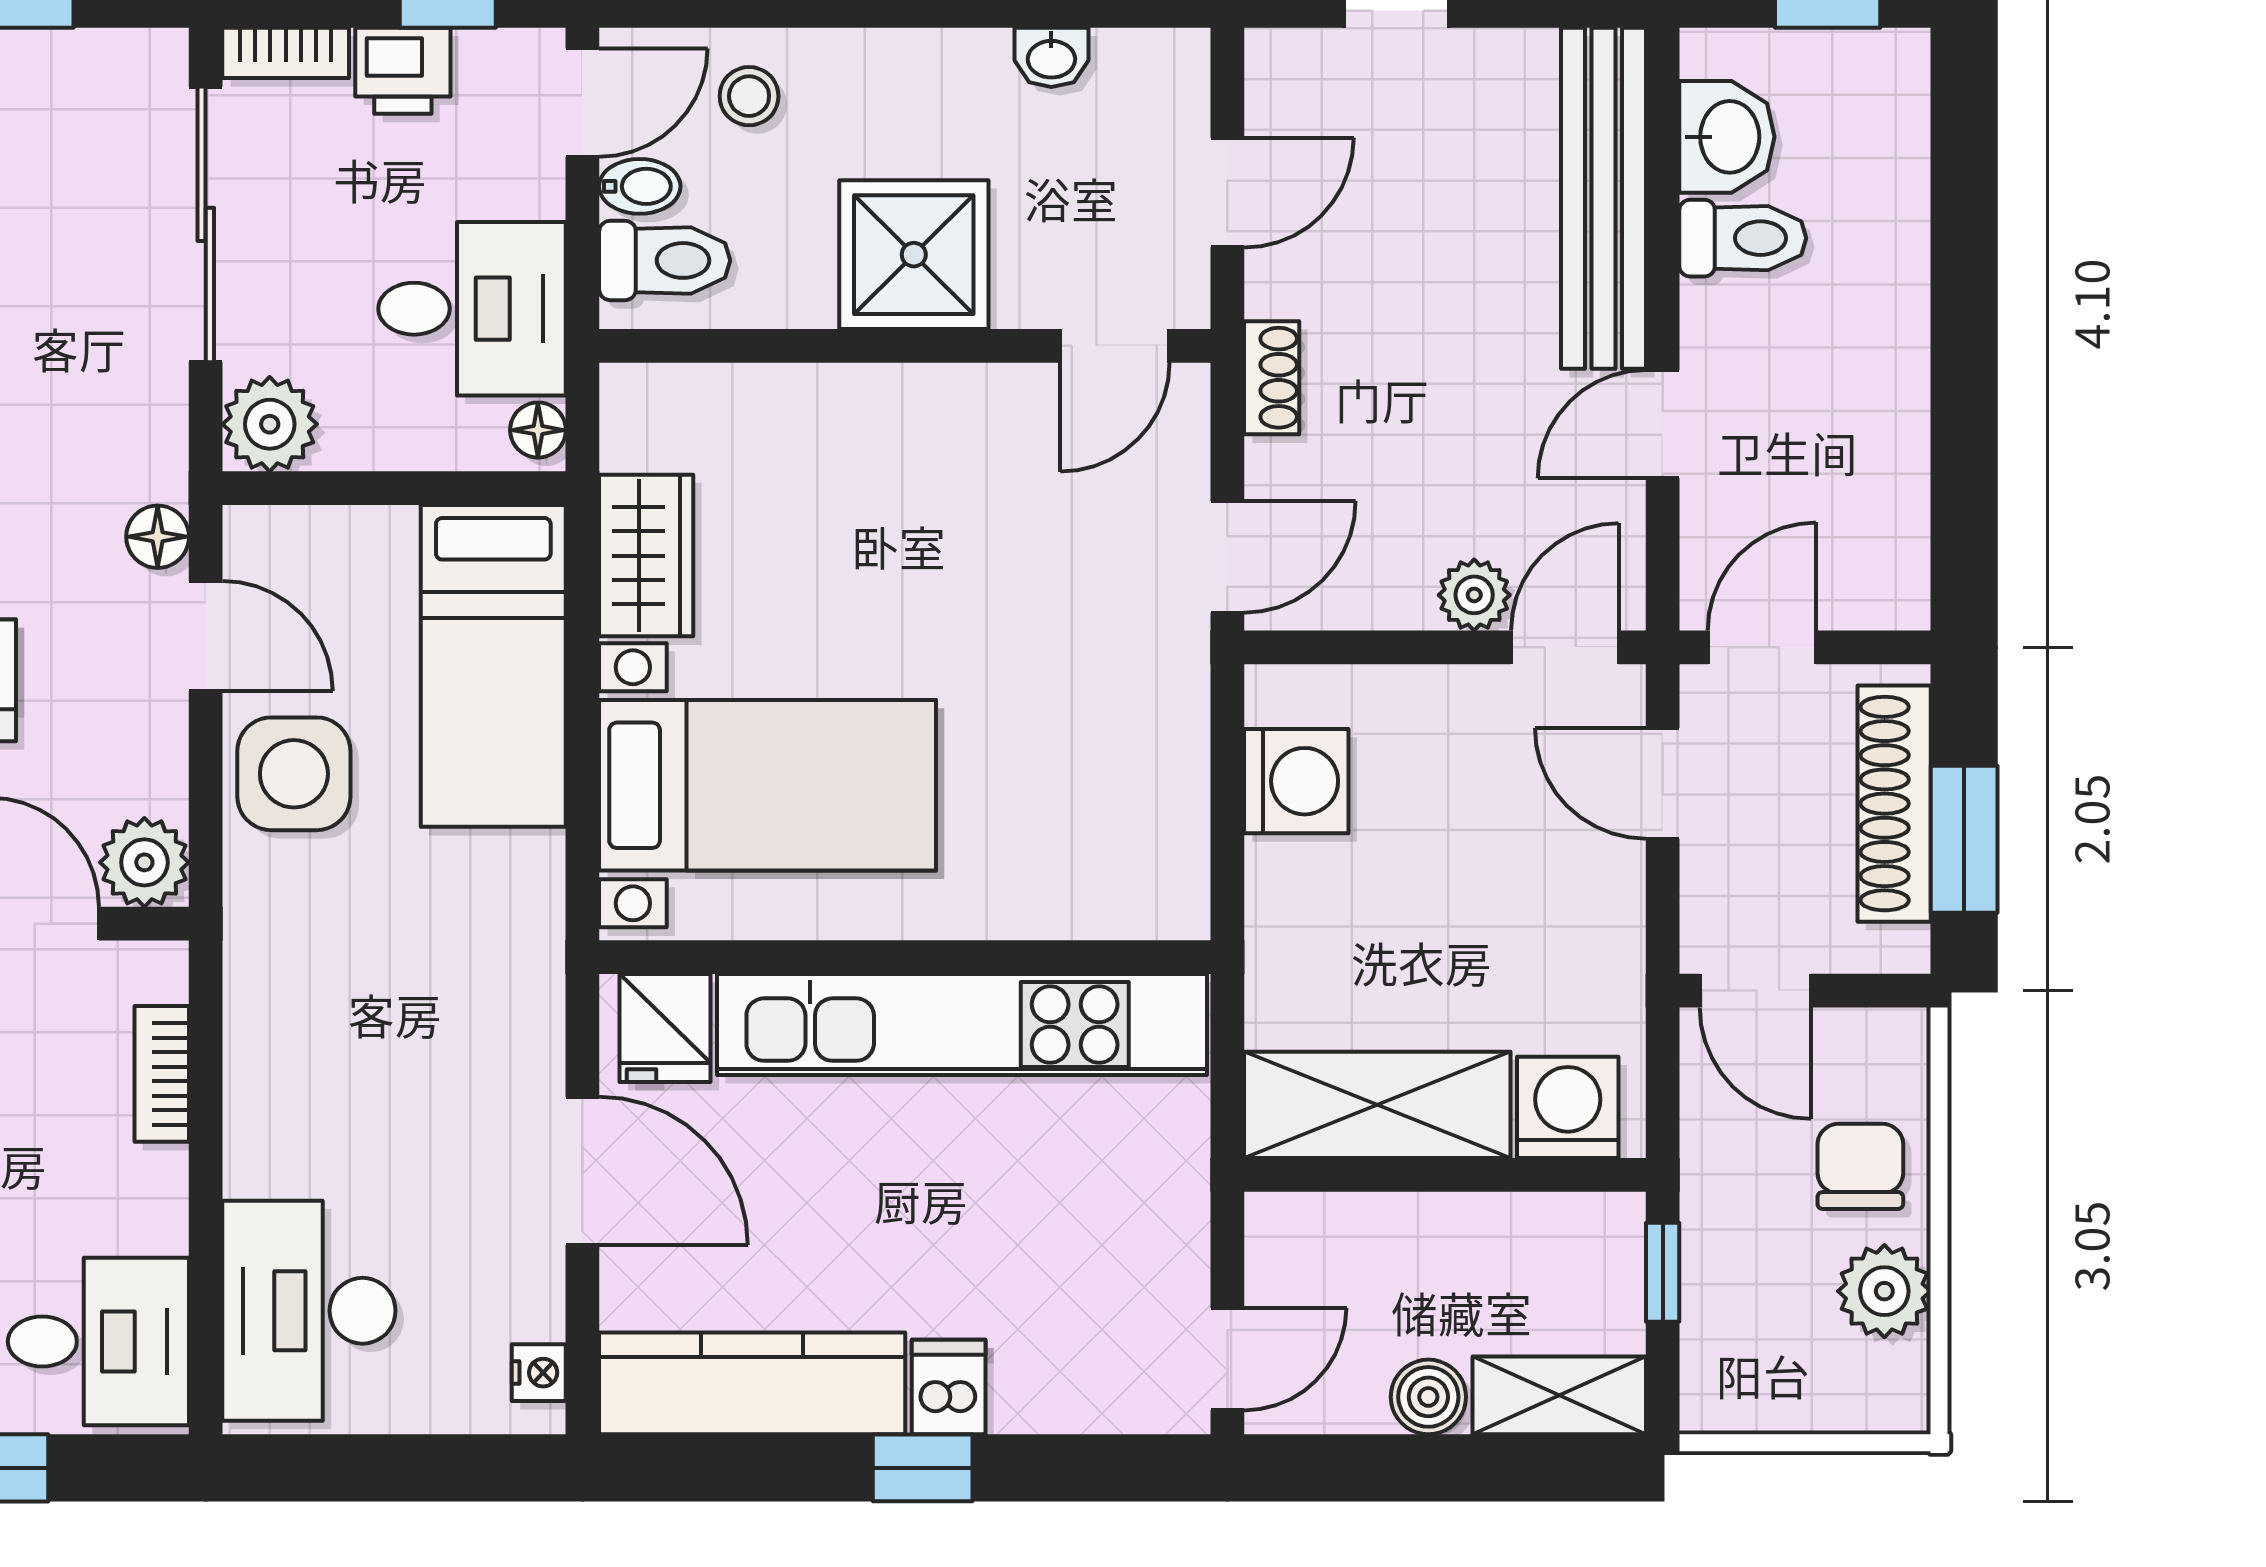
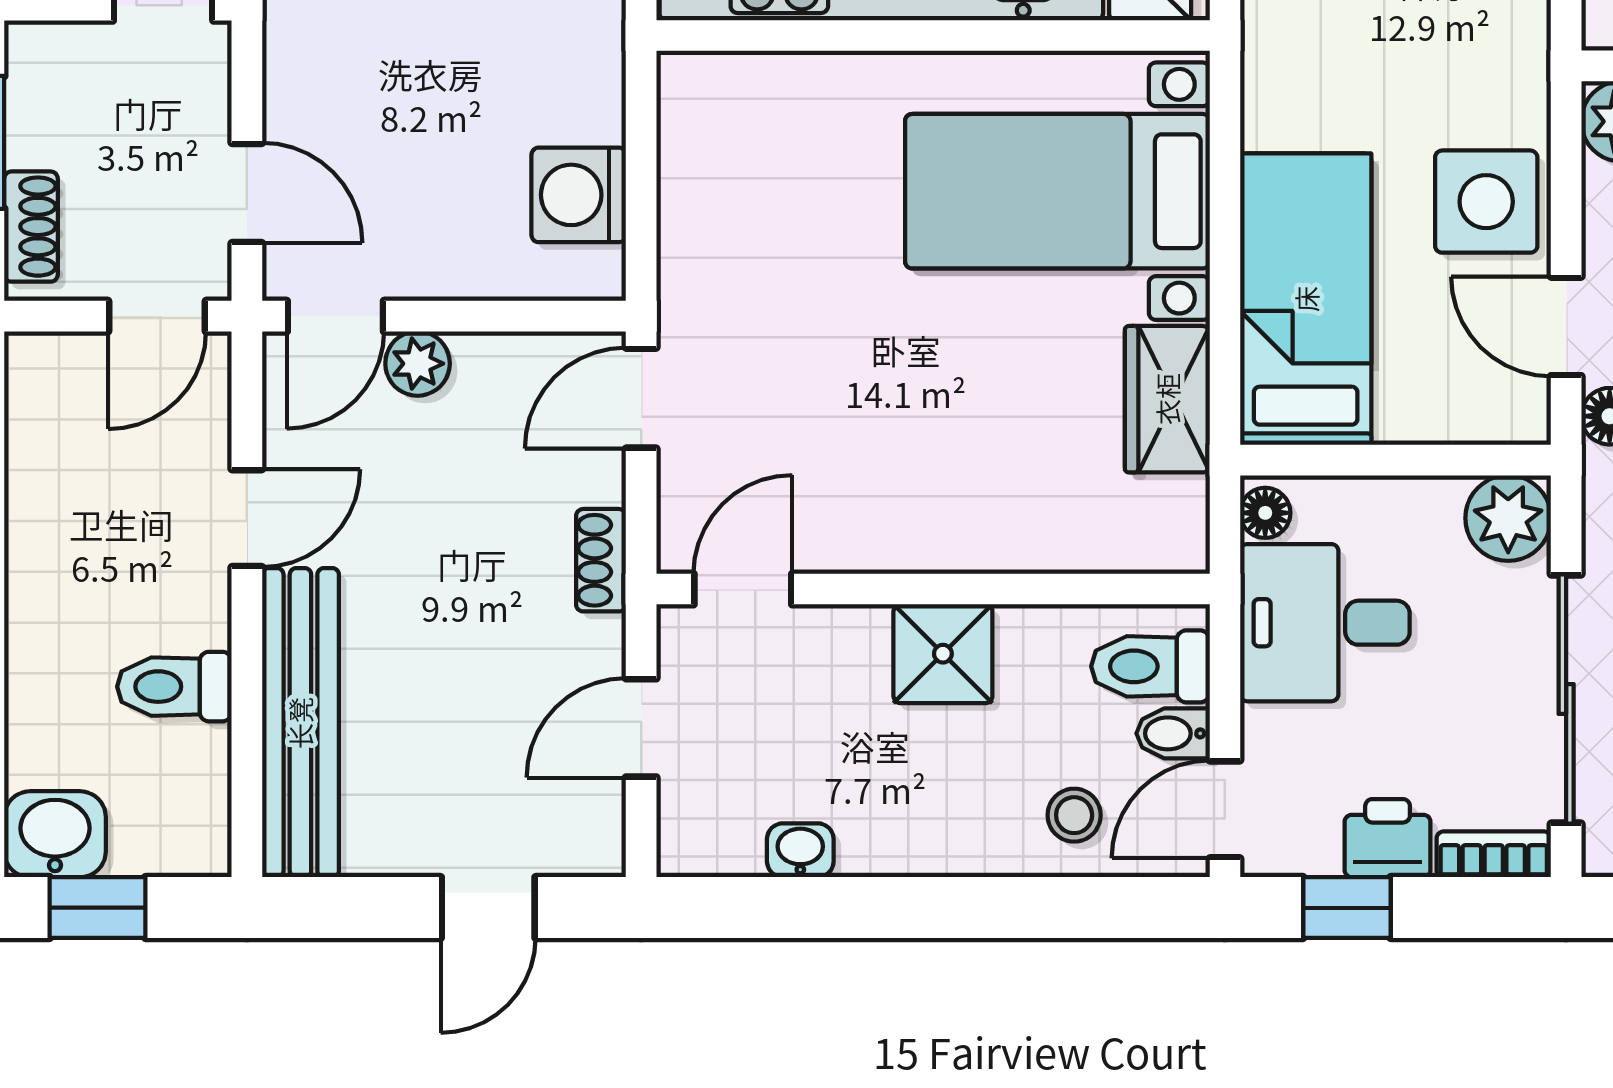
washbasin: (1727, 137) -> (55, 834), moved, turned 90
shower: (914, 255) -> (943, 654), width x0.73, depth x0.73
shoe rack: (1894, 804) -> (31, 227), width x0.51, depth x0.81

